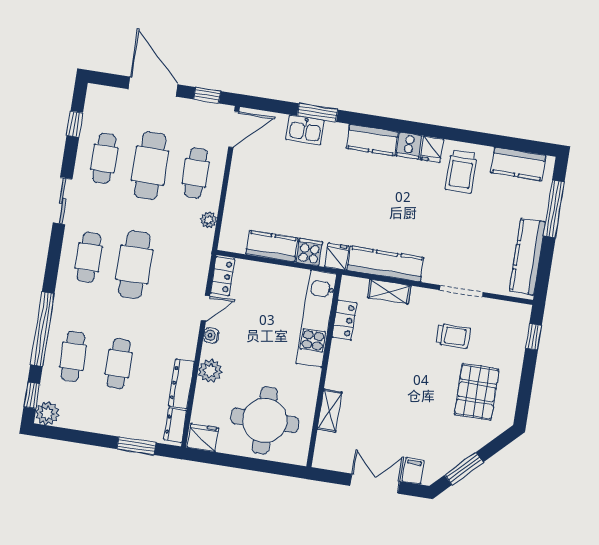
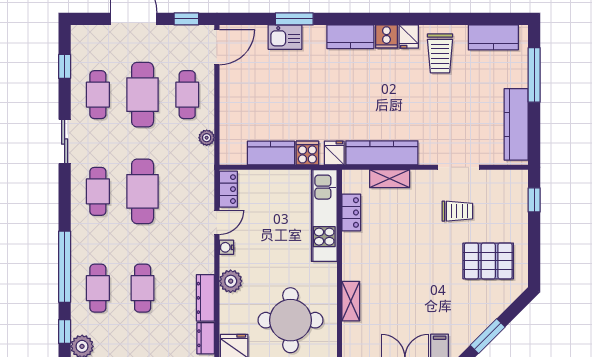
pallet: (477, 392) -> (488, 261), turned 90

